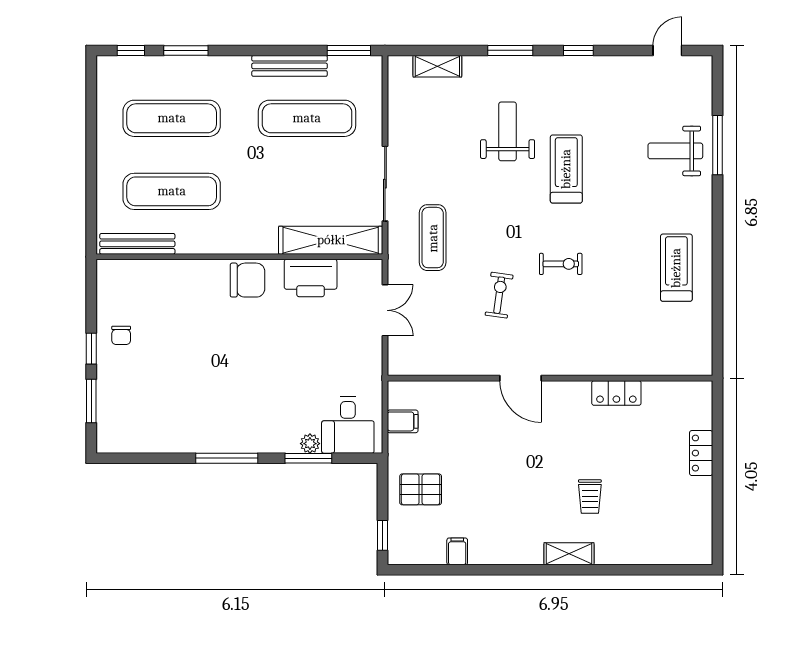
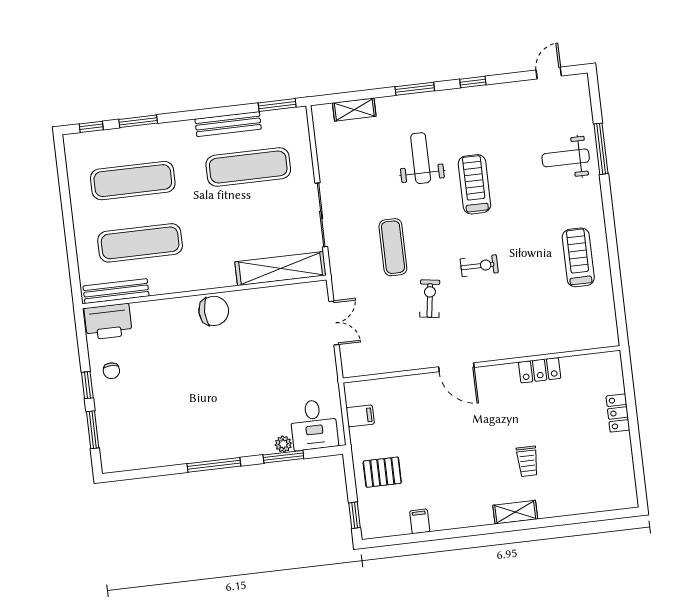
exercise mat: (433, 238) -> (393, 247), moved
printer: (311, 278) -> (108, 322), moved

